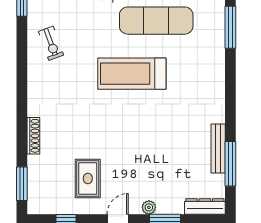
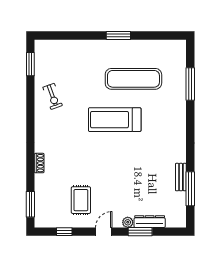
shoe rack: (33, 136) -> (39, 163), width x0.70
bench: (218, 148) -> (181, 177), width x0.73
dresser: (205, 206) -> (150, 222), moved

